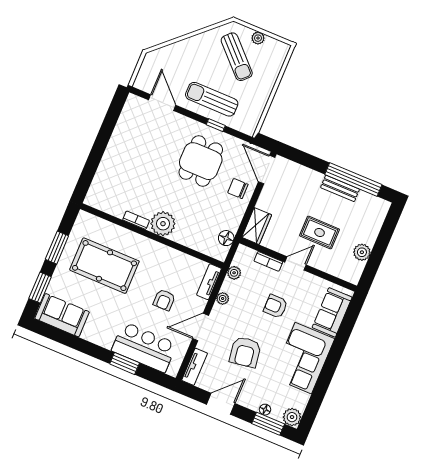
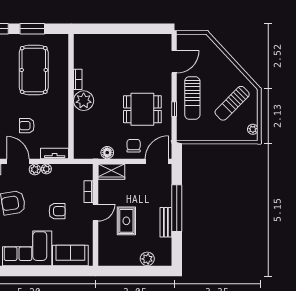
plant: (258, 38) -> (253, 129), moved
sun lounger: (212, 99) -> (192, 98), turned 180
window: (353, 180) -> (177, 208), moved
floor lamp: (226, 238) -> (107, 153), moved
plant: (362, 252) -> (147, 259), moved
door: (295, 263) -> (96, 213), hinge flipped
plant: (234, 273) -> (35, 169), moved
armchair: (276, 306) -> (57, 211), turned 90

